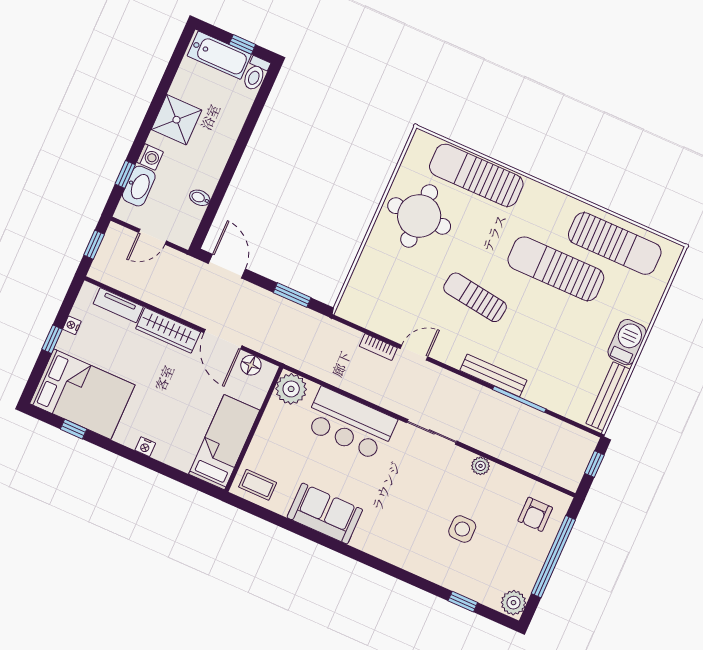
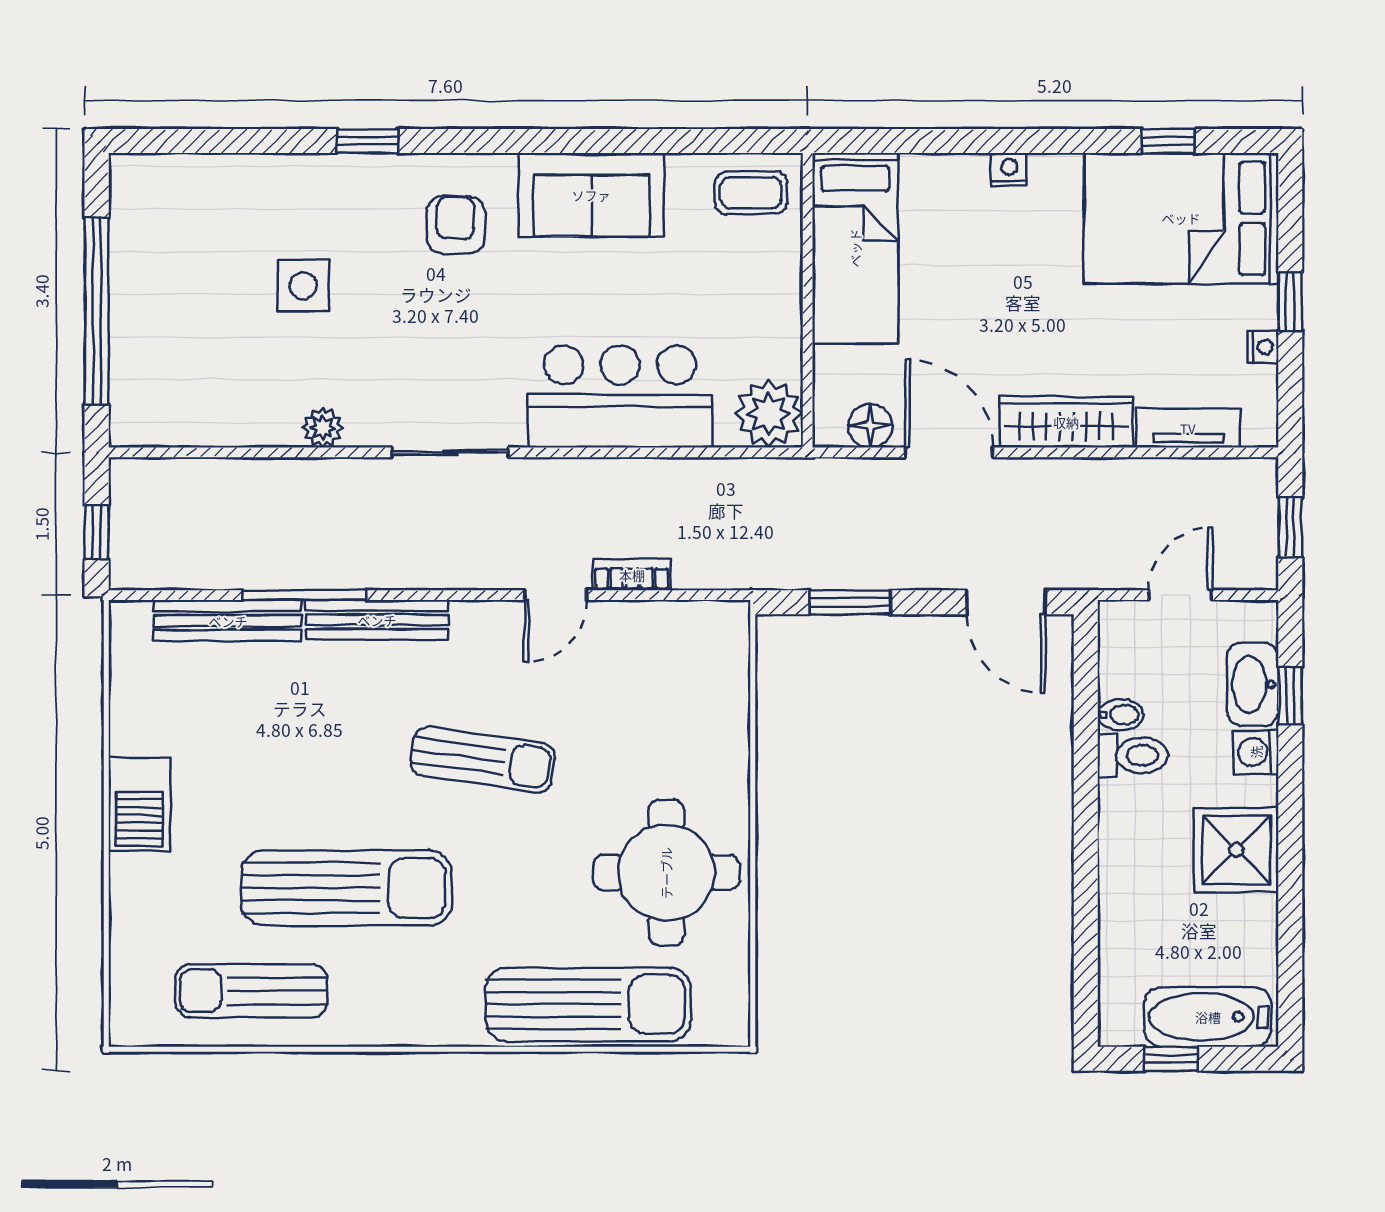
toilet: (256, 74) -> (1133, 755), moved, turned 90
sun lounger: (615, 243) -> (251, 991), width x0.73, depth x0.75
bench: (608, 396) -> (228, 621), moved, turned 90
armchair: (535, 514) -> (456, 225), moved
window: (463, 602) -> (367, 141), moved
plant: (513, 603) -> (136, 184), removed

